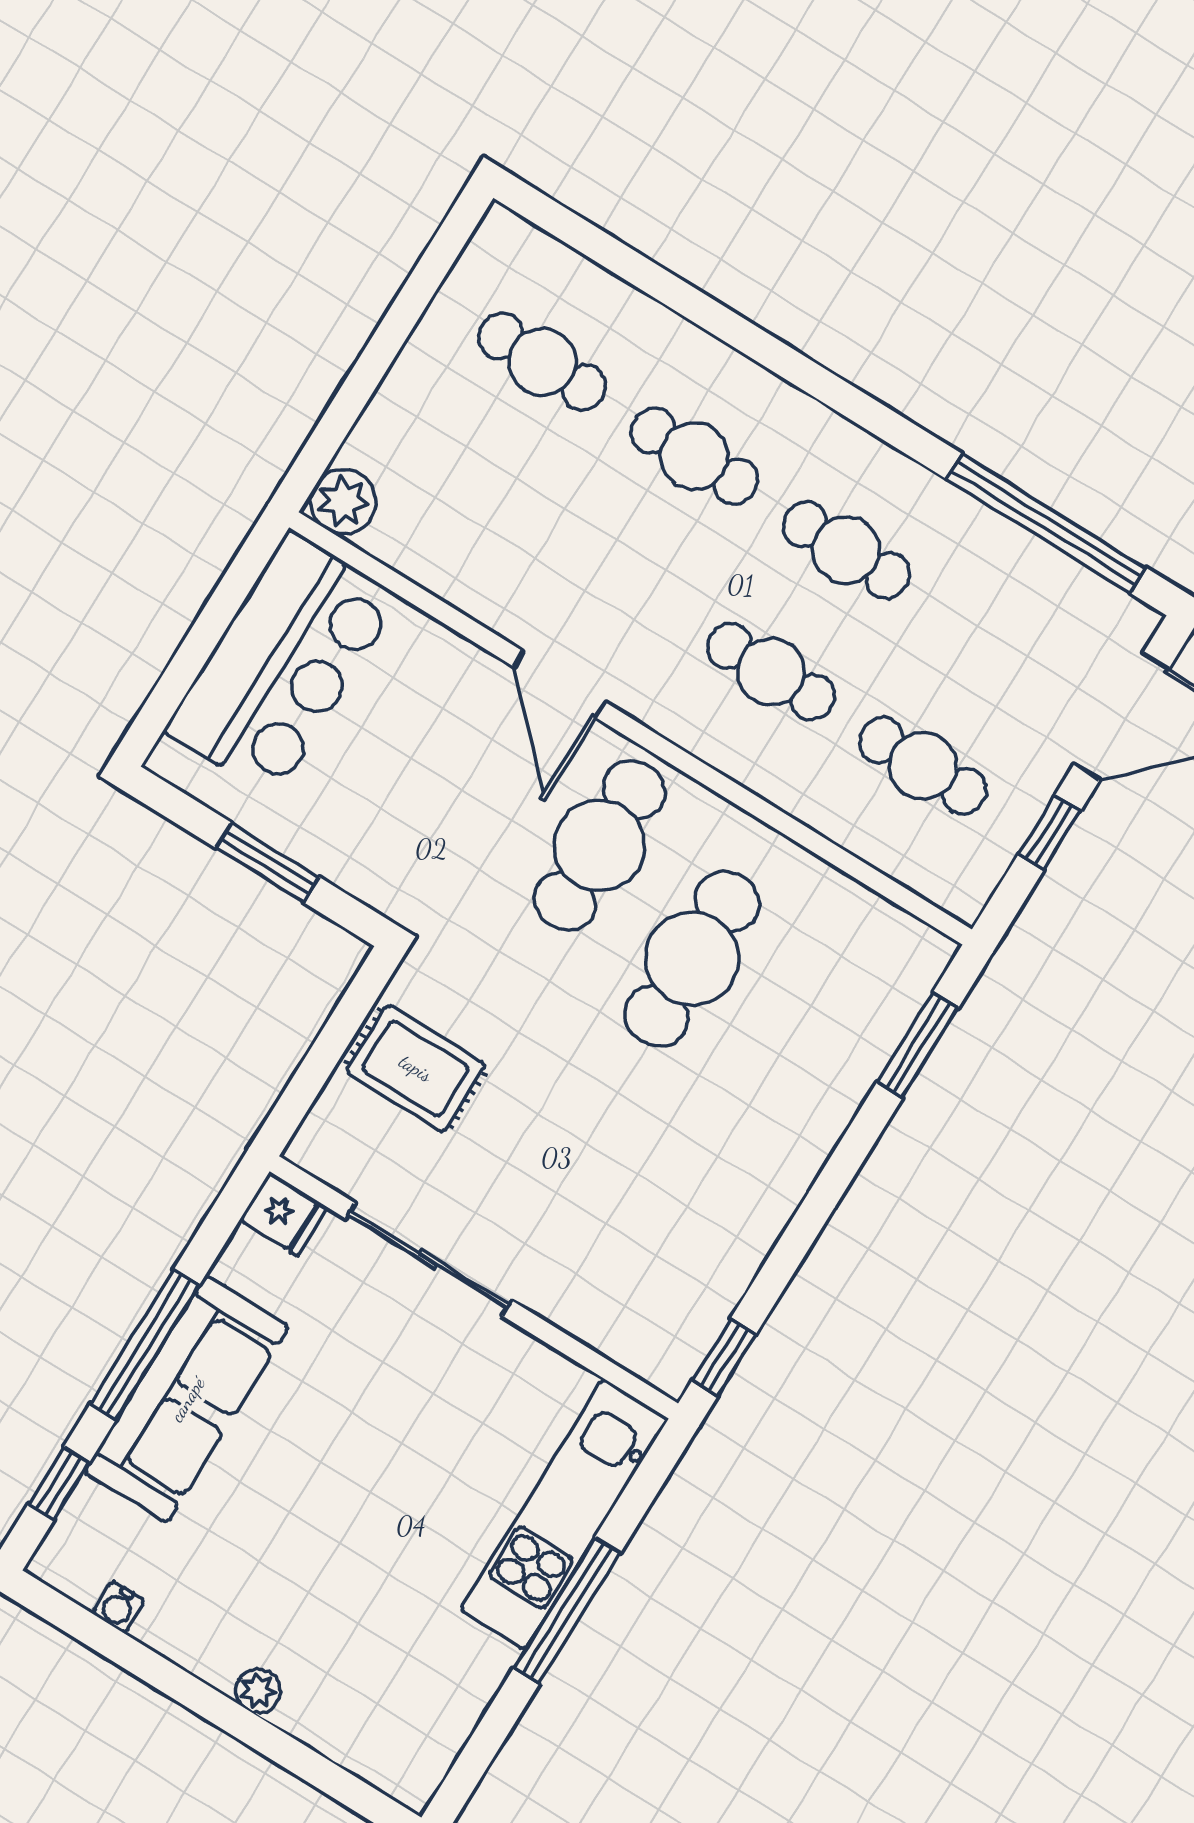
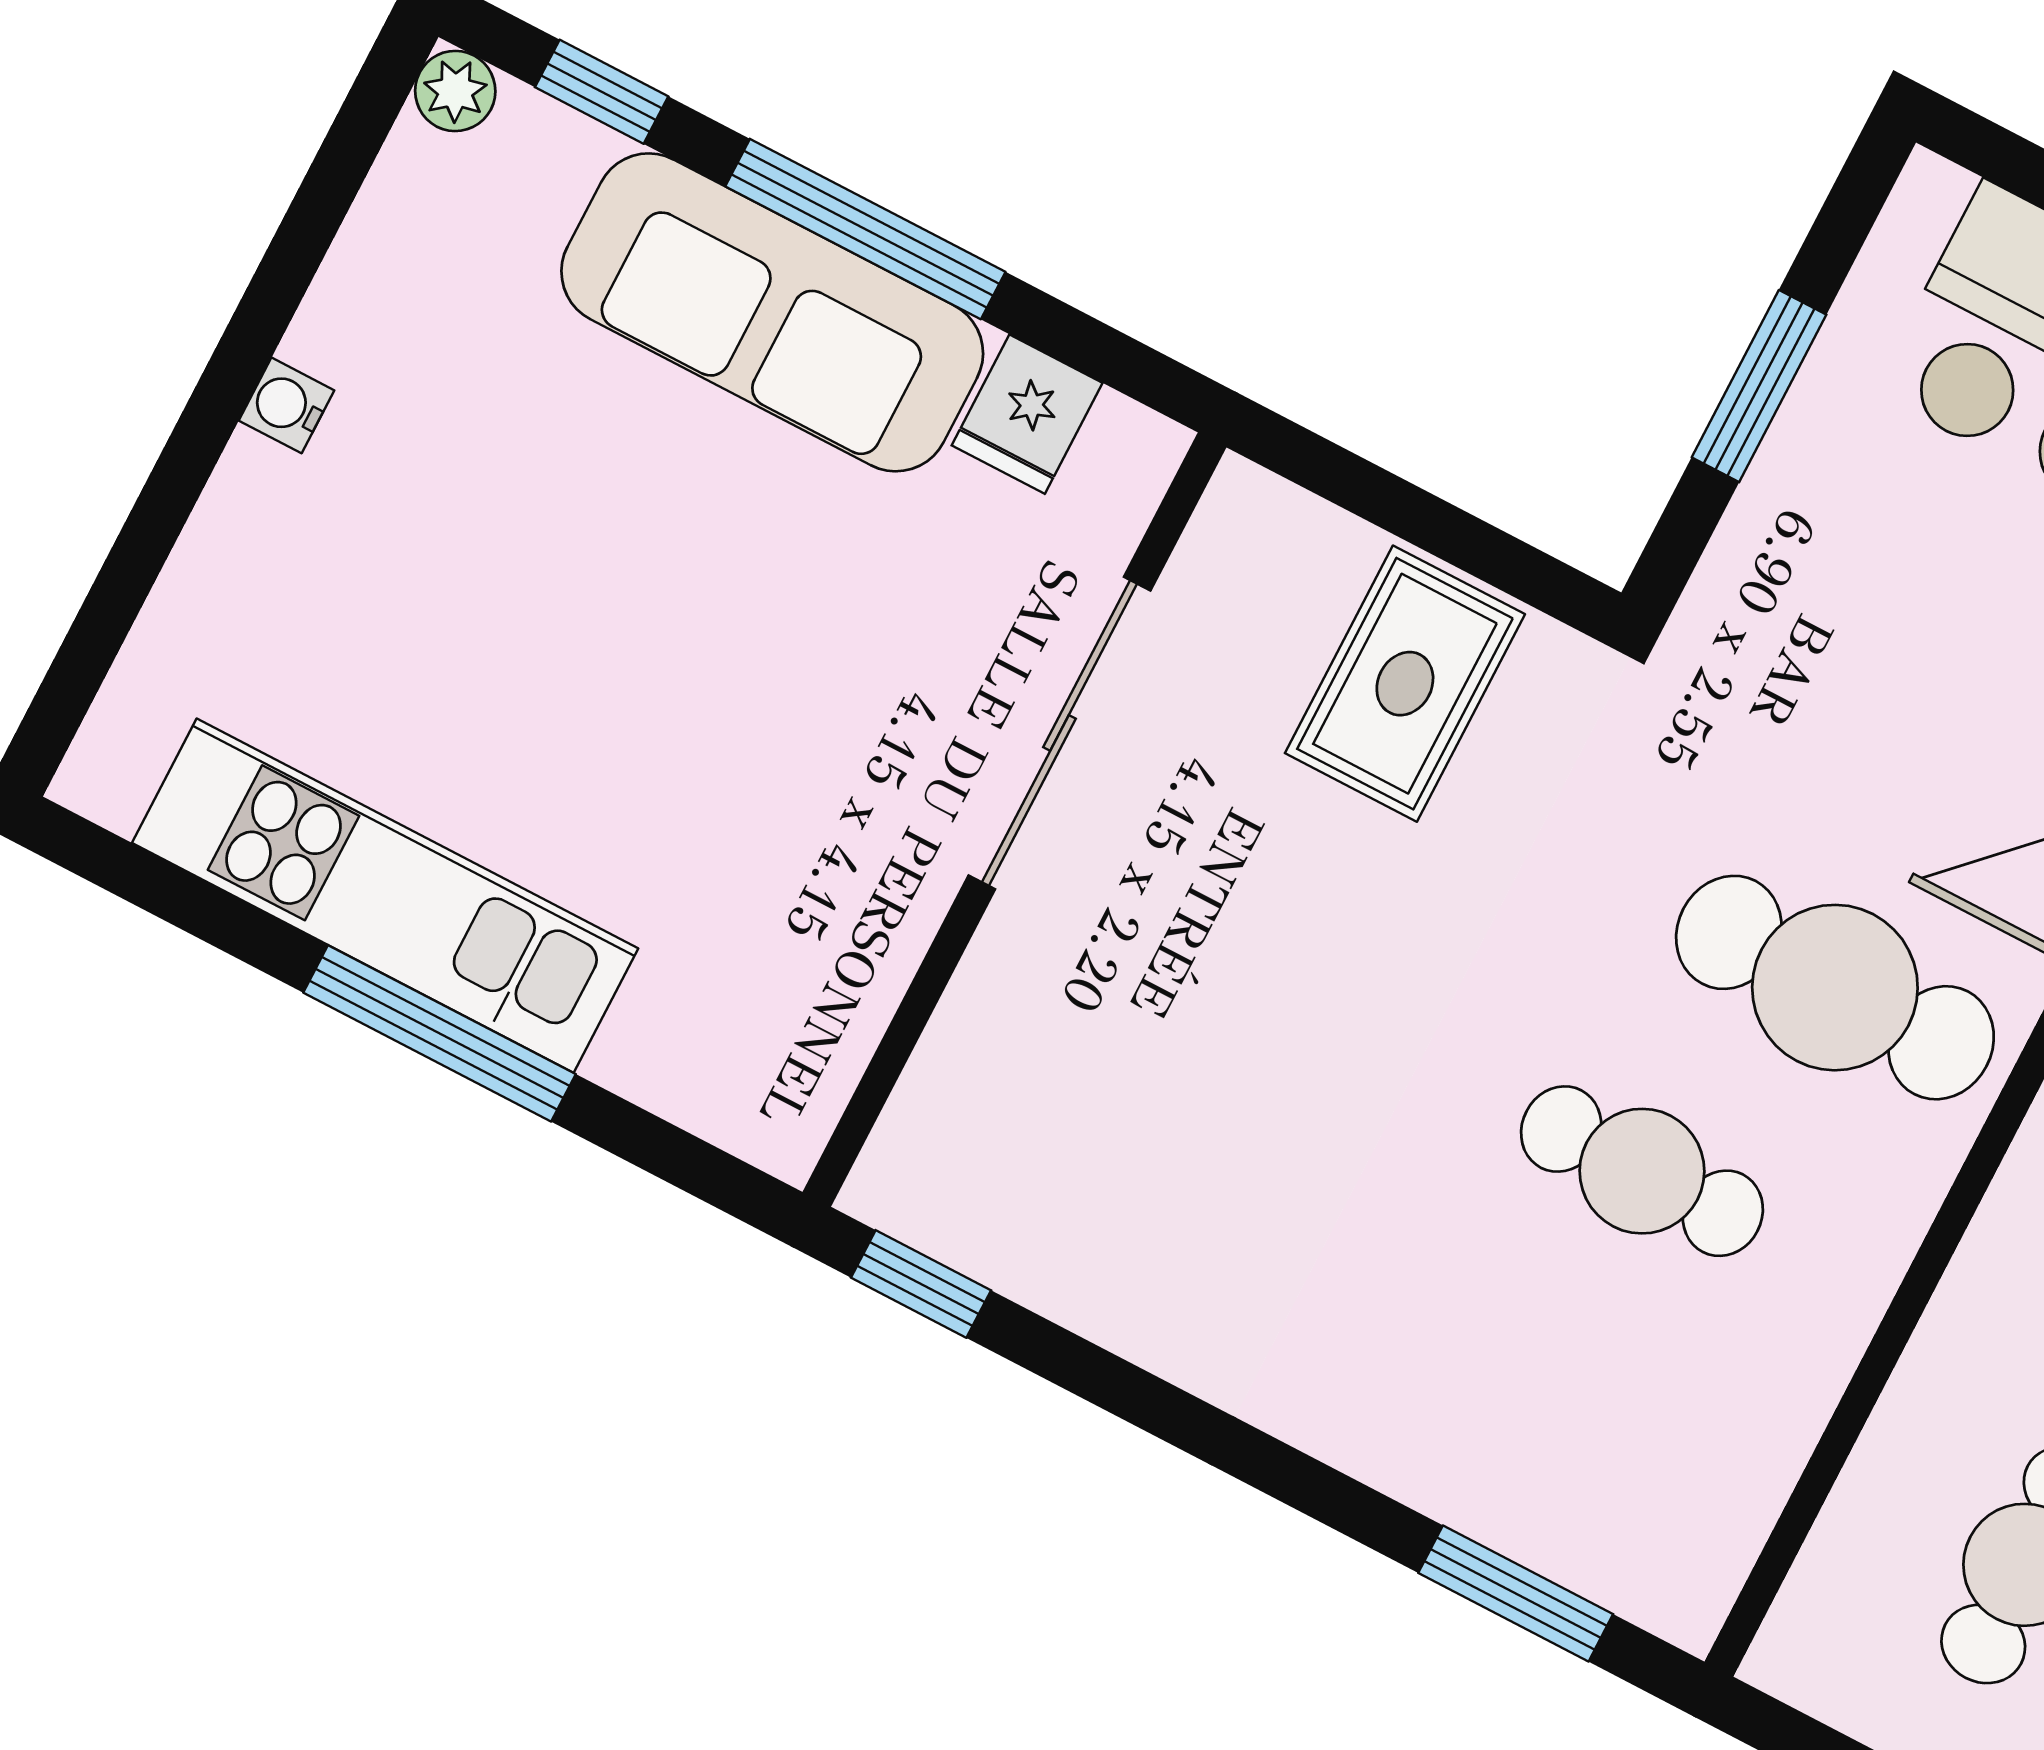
cafe table: (692, 959) -> (1642, 1171), width x0.73, depth x0.74
fridge: (284, 1214) -> (1027, 414), moved
kitchen unit: (564, 1514) -> (385, 896), moved
water cooler: (118, 1607) -> (286, 405), moved
plant: (258, 1691) -> (455, 91), moved

